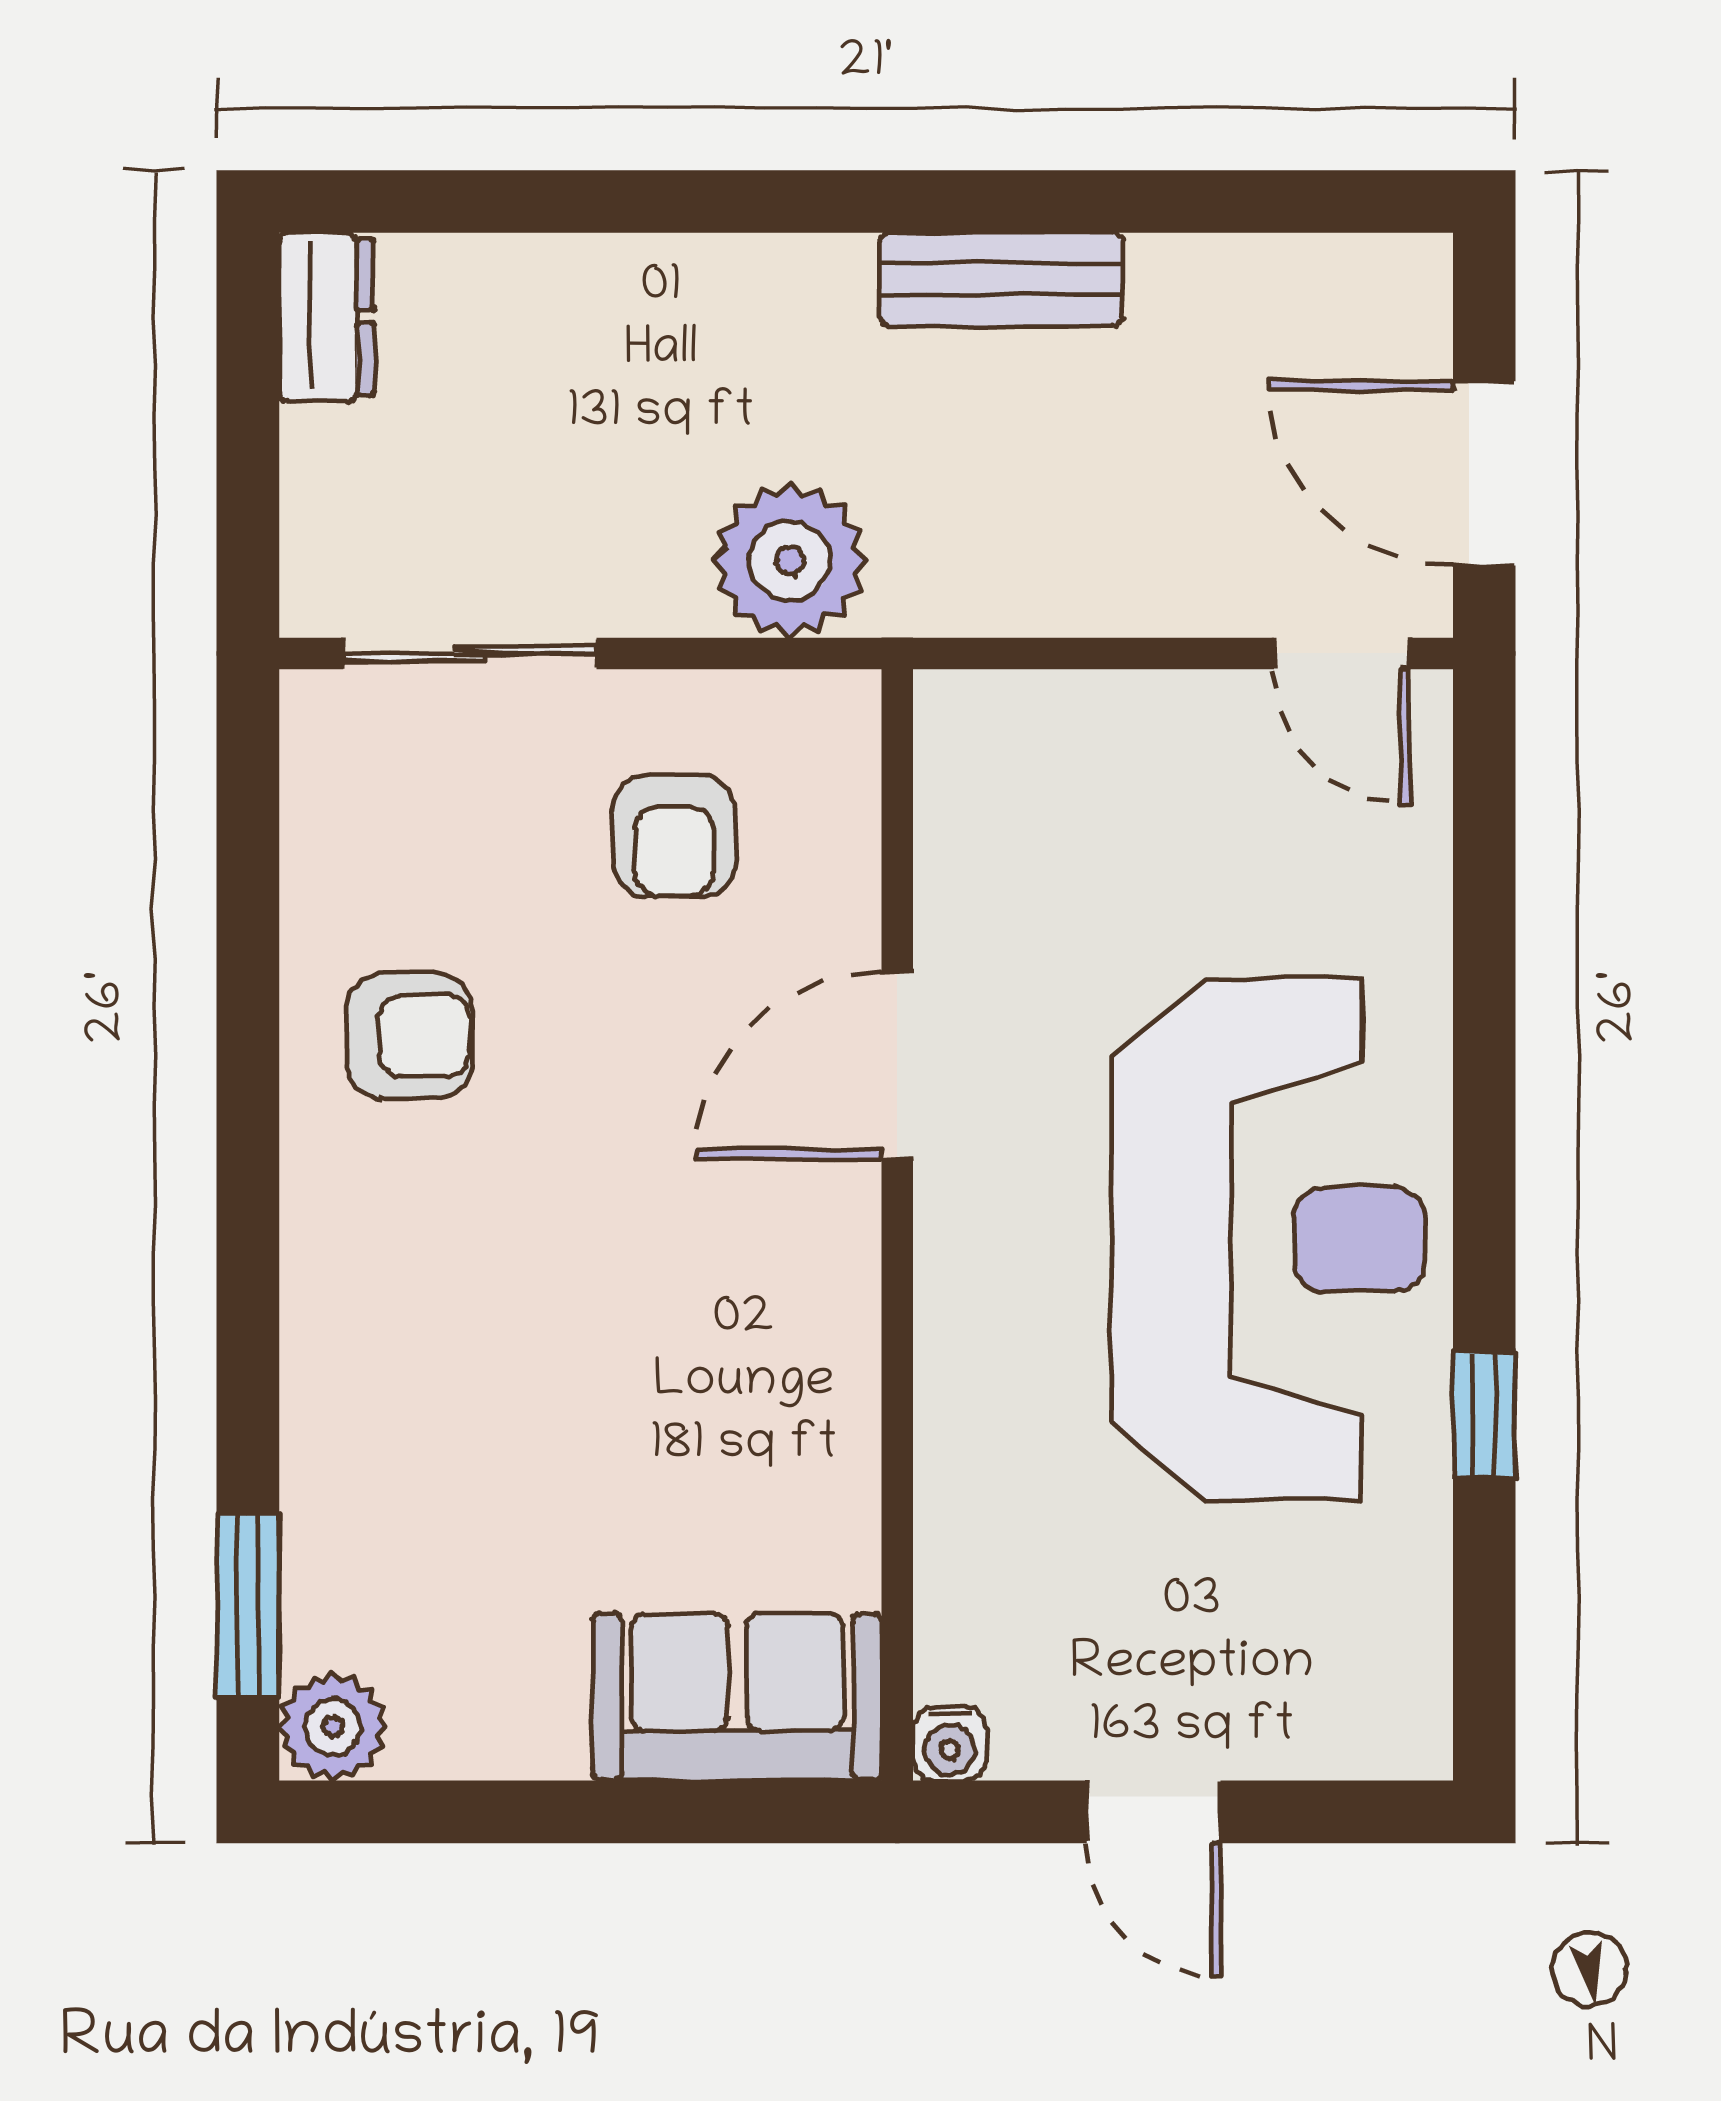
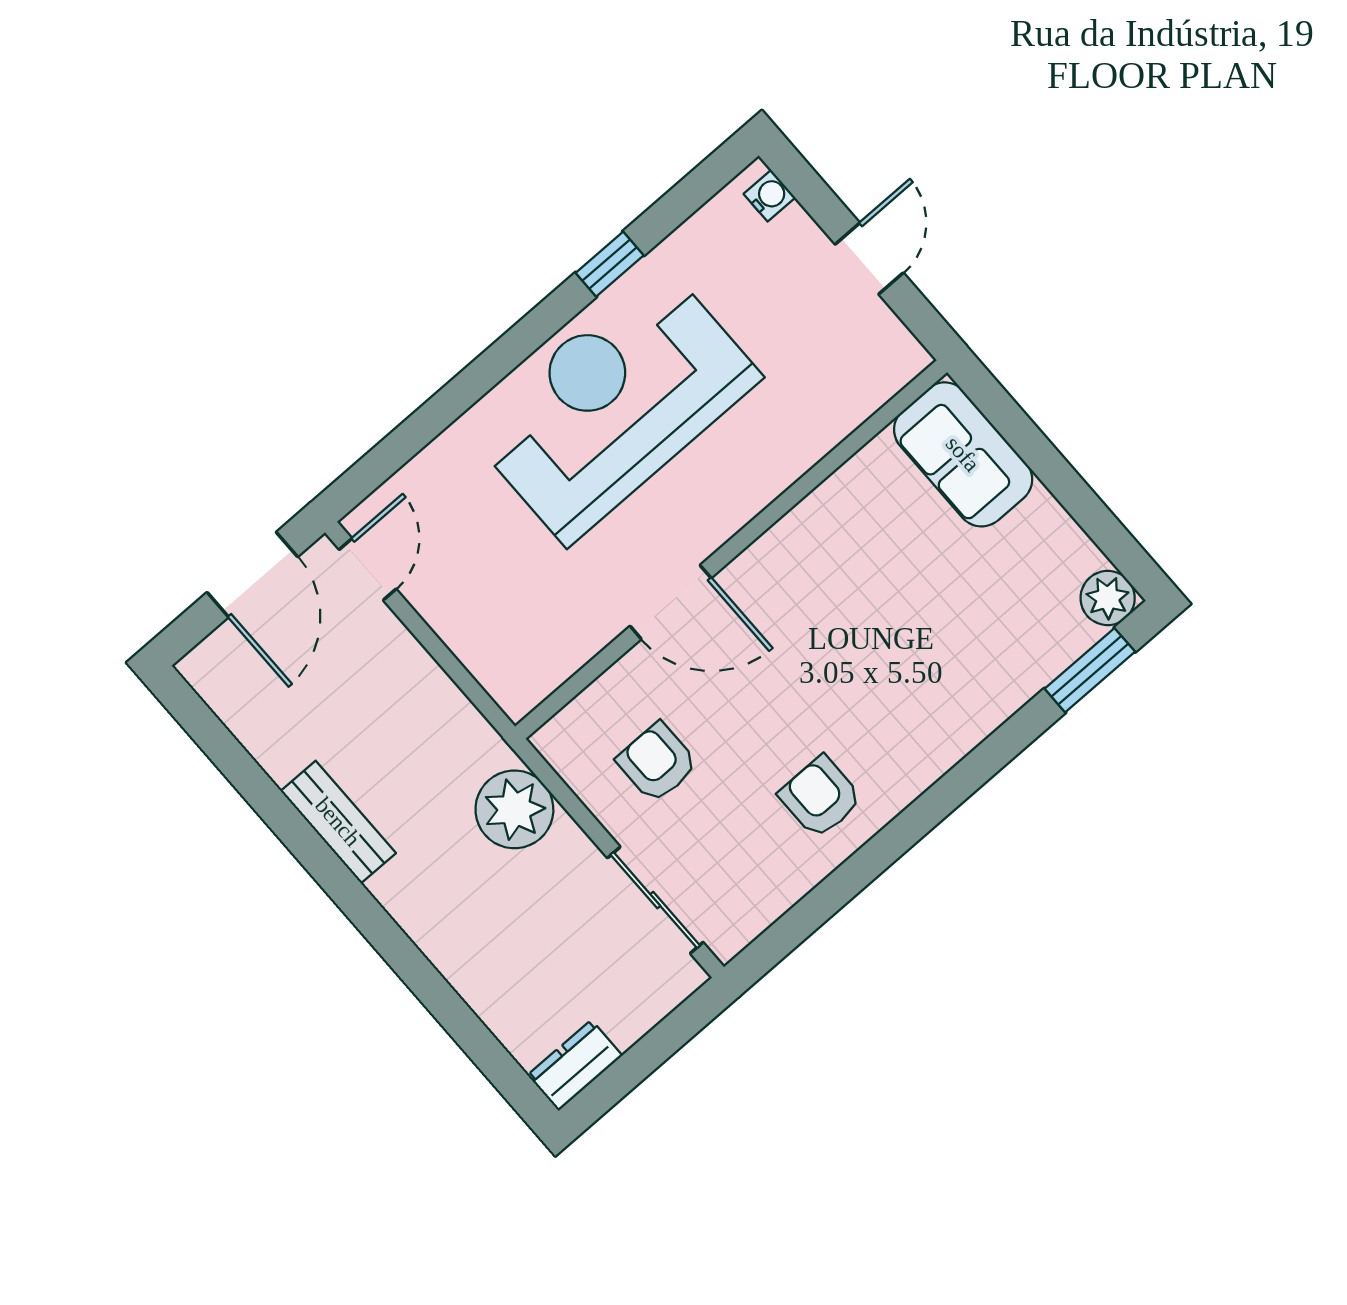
armchair: (674, 836) -> (657, 762), turned -90
water cooler: (950, 1744) -> (769, 196), moved

